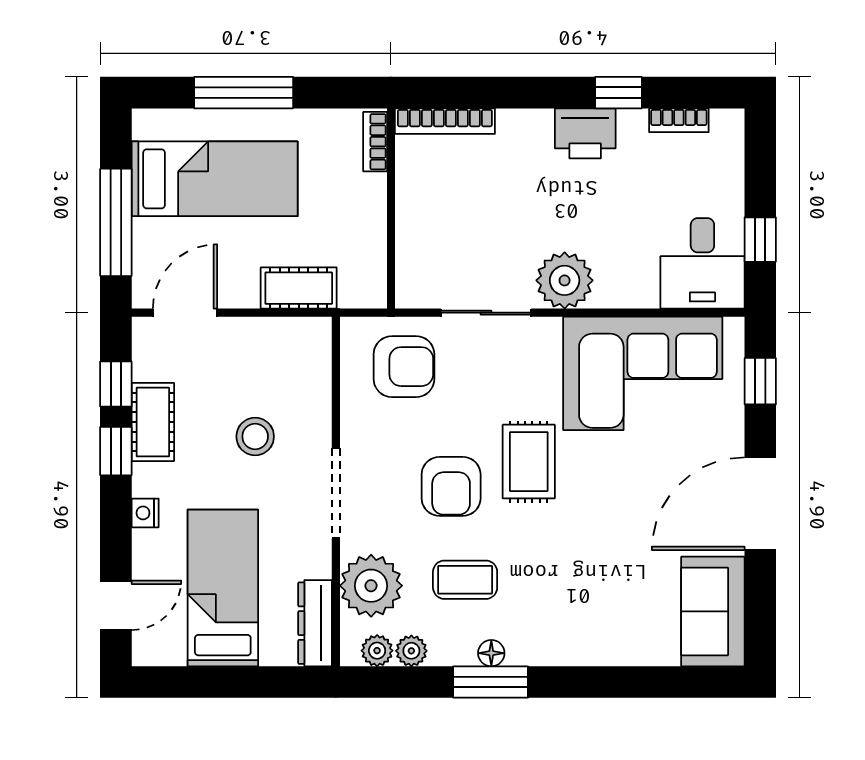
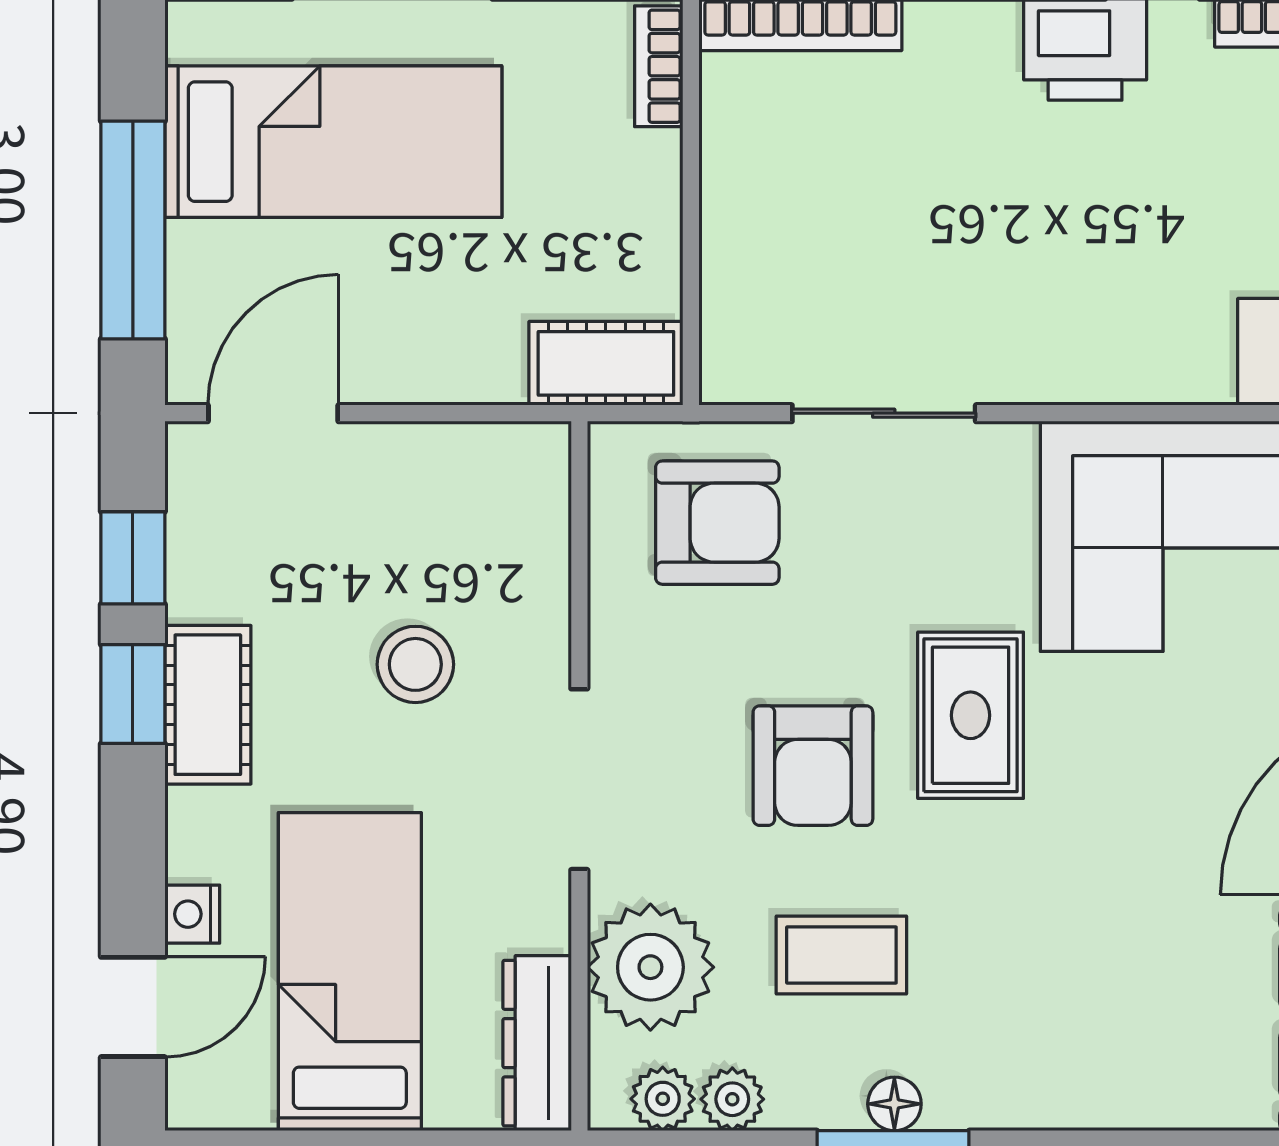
plant: (565, 280) -> (1043, 348), removed
cot: (299, 288) -> (606, 363), moved
cot: (153, 422) -> (208, 705), moved
nightstand: (145, 513) -> (192, 914), moved

